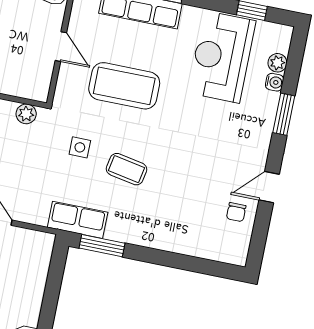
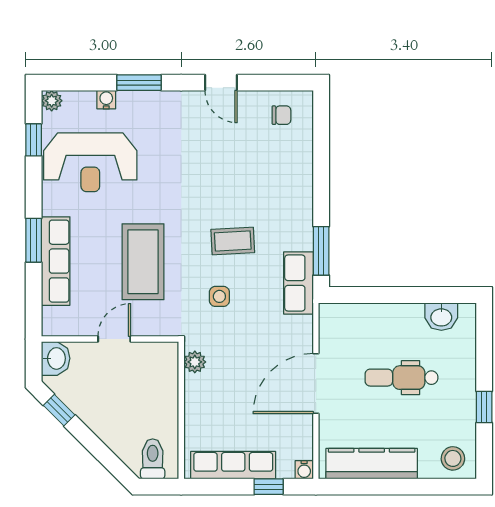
plant: (277, 63) -> (52, 101), moved
coffee table: (127, 169) -> (233, 241), turned 76
chair: (236, 212) -> (281, 115), moved

